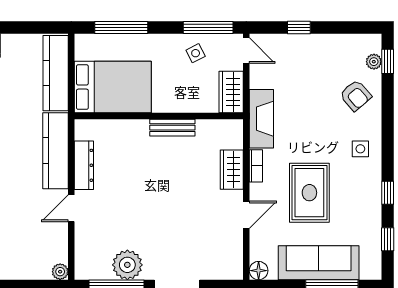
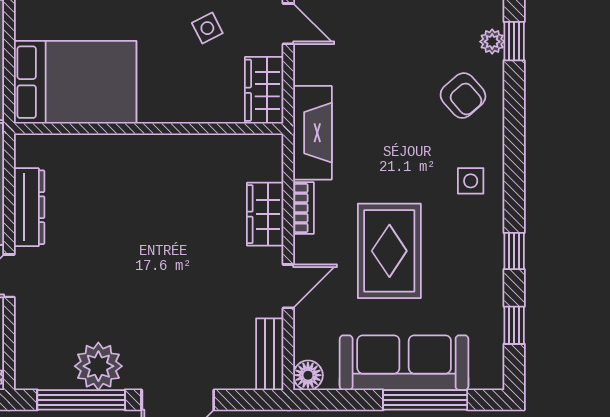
bench: (172, 128) -> (270, 354), moved, turned 90

